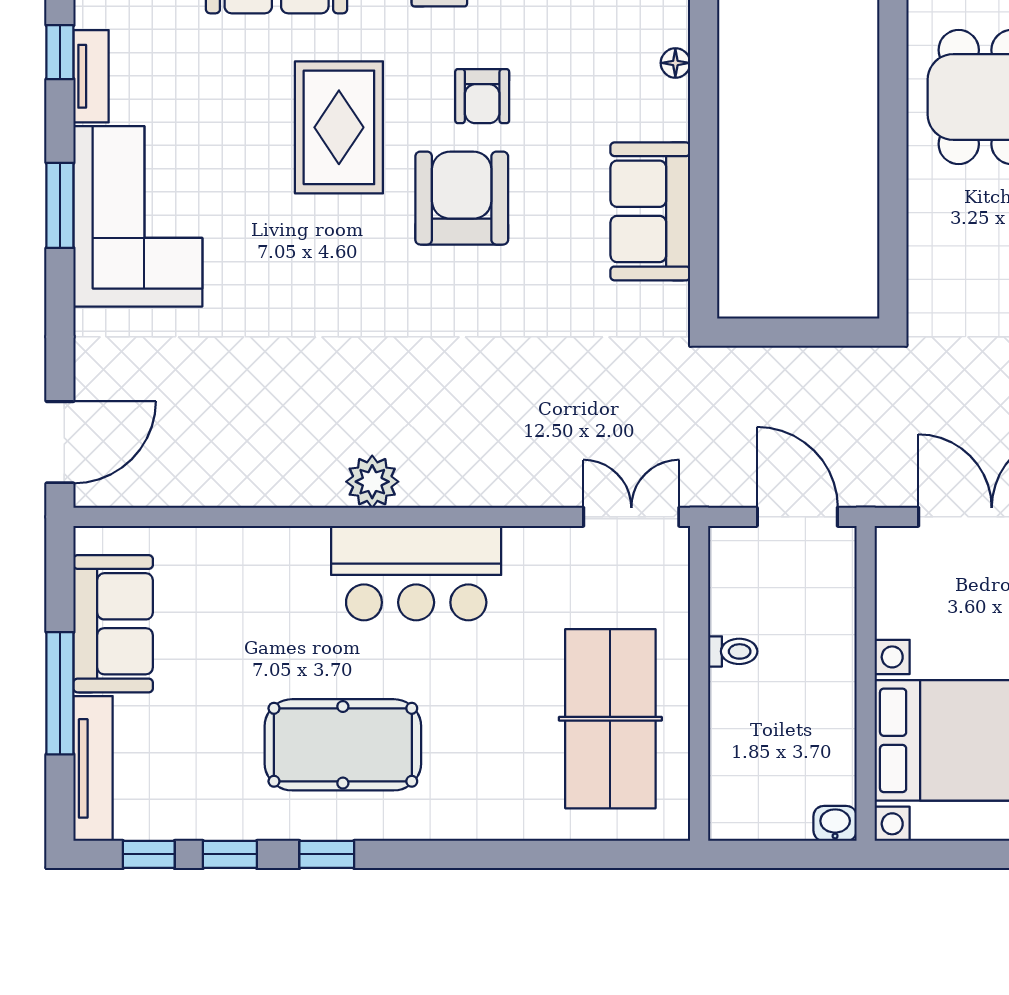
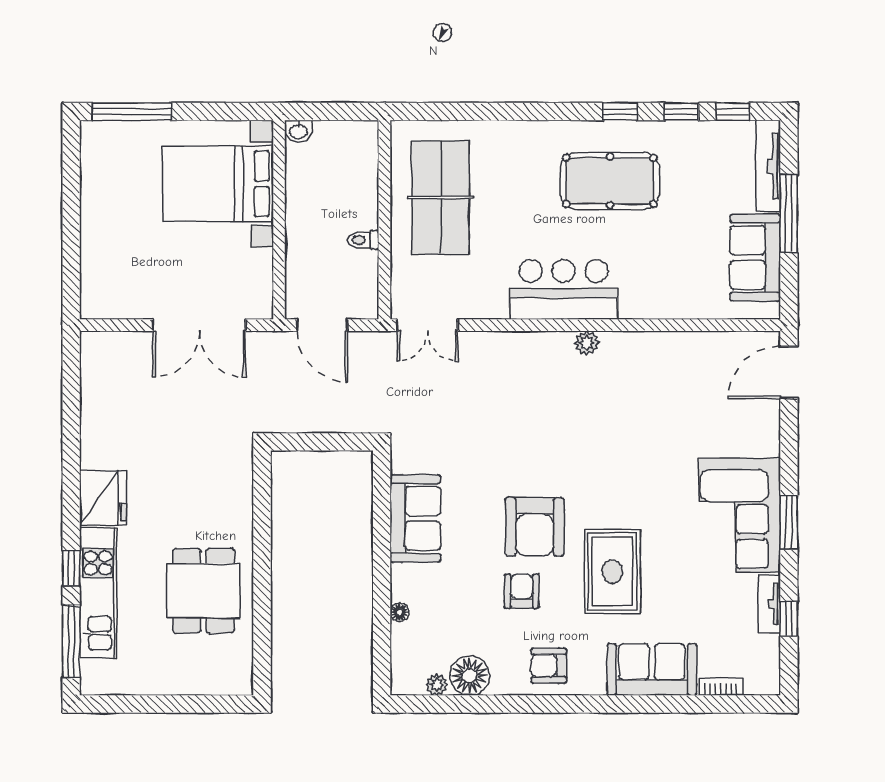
plant: (372, 482) -> (587, 343), width x0.73, depth x0.73

